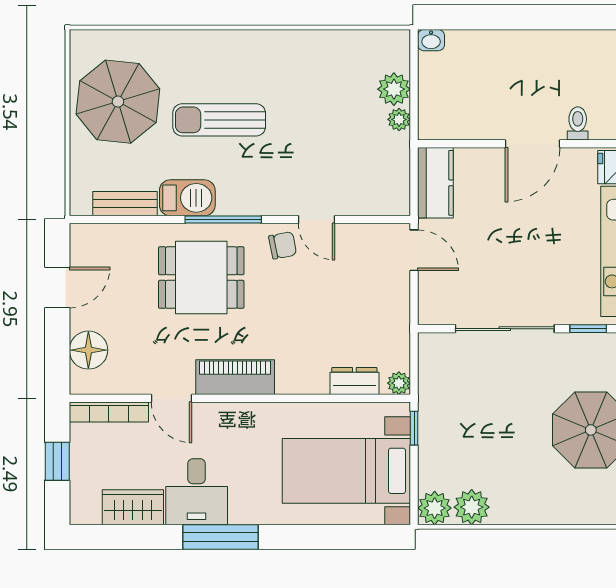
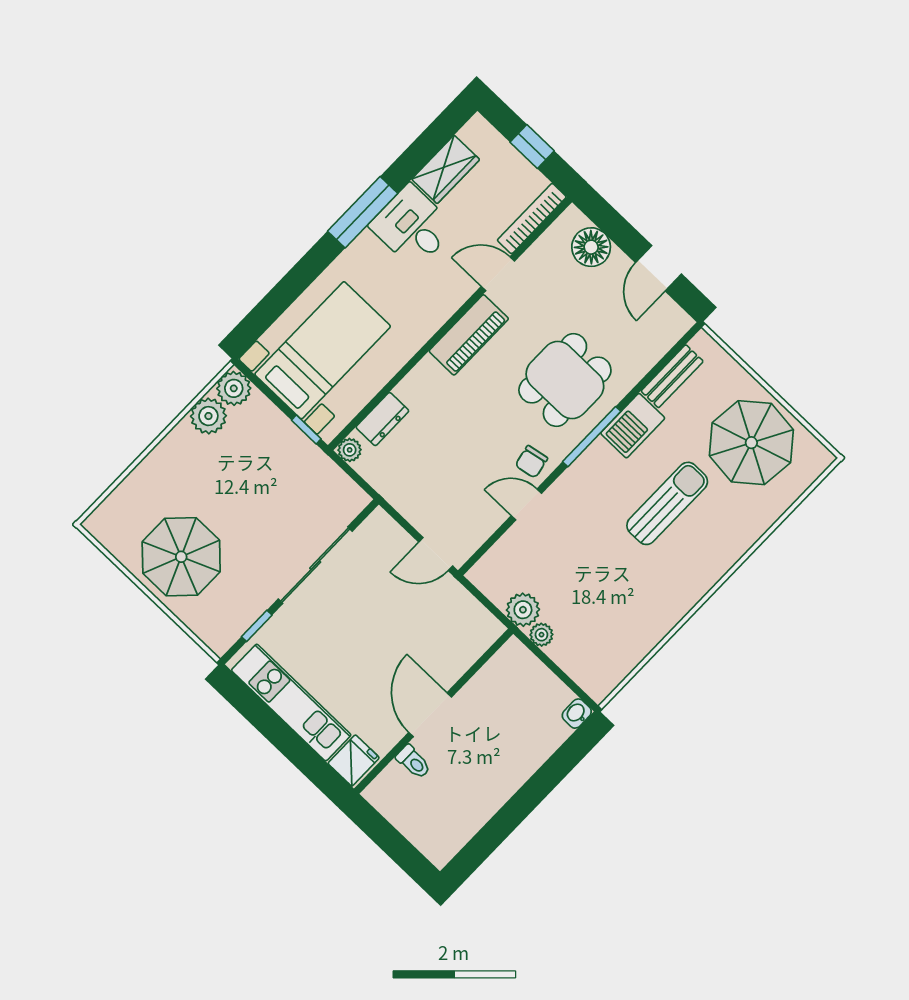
plant: (394, 89) -> (523, 610), moved
kitchen counter: (435, 183) -> (470, 617), removed

